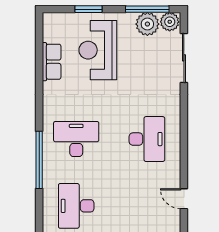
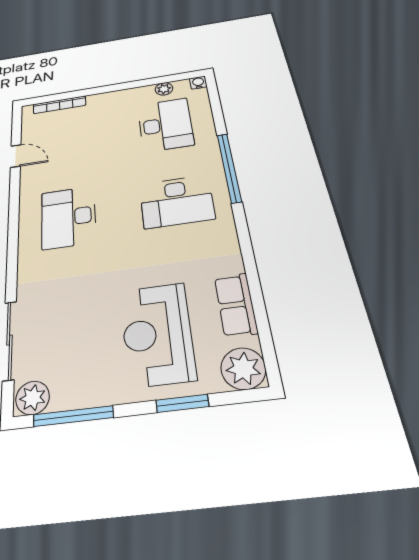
plant: (147, 24) -> (243, 369), moved
reception desk: (98, 50) -> (157, 334), turned 180

